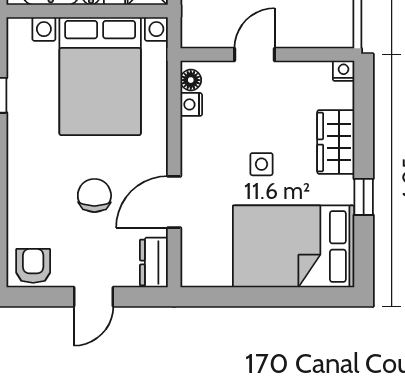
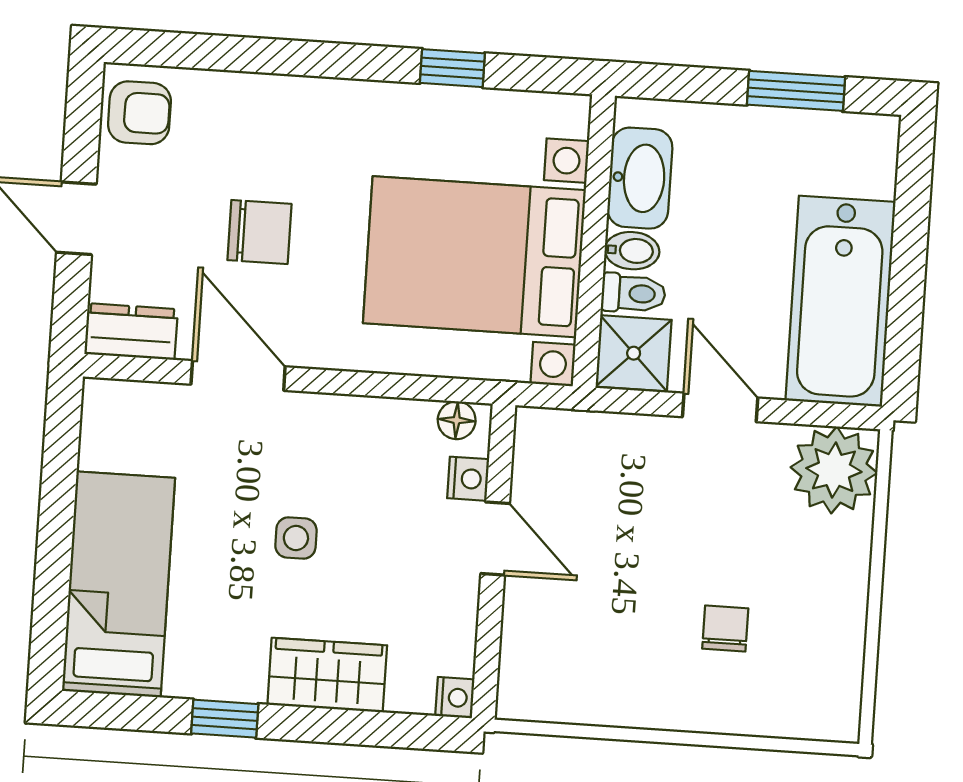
nightstand: (191, 104) -> (468, 479), moved, turned 90
bed: (294, 246) -> (119, 584), width x0.67

